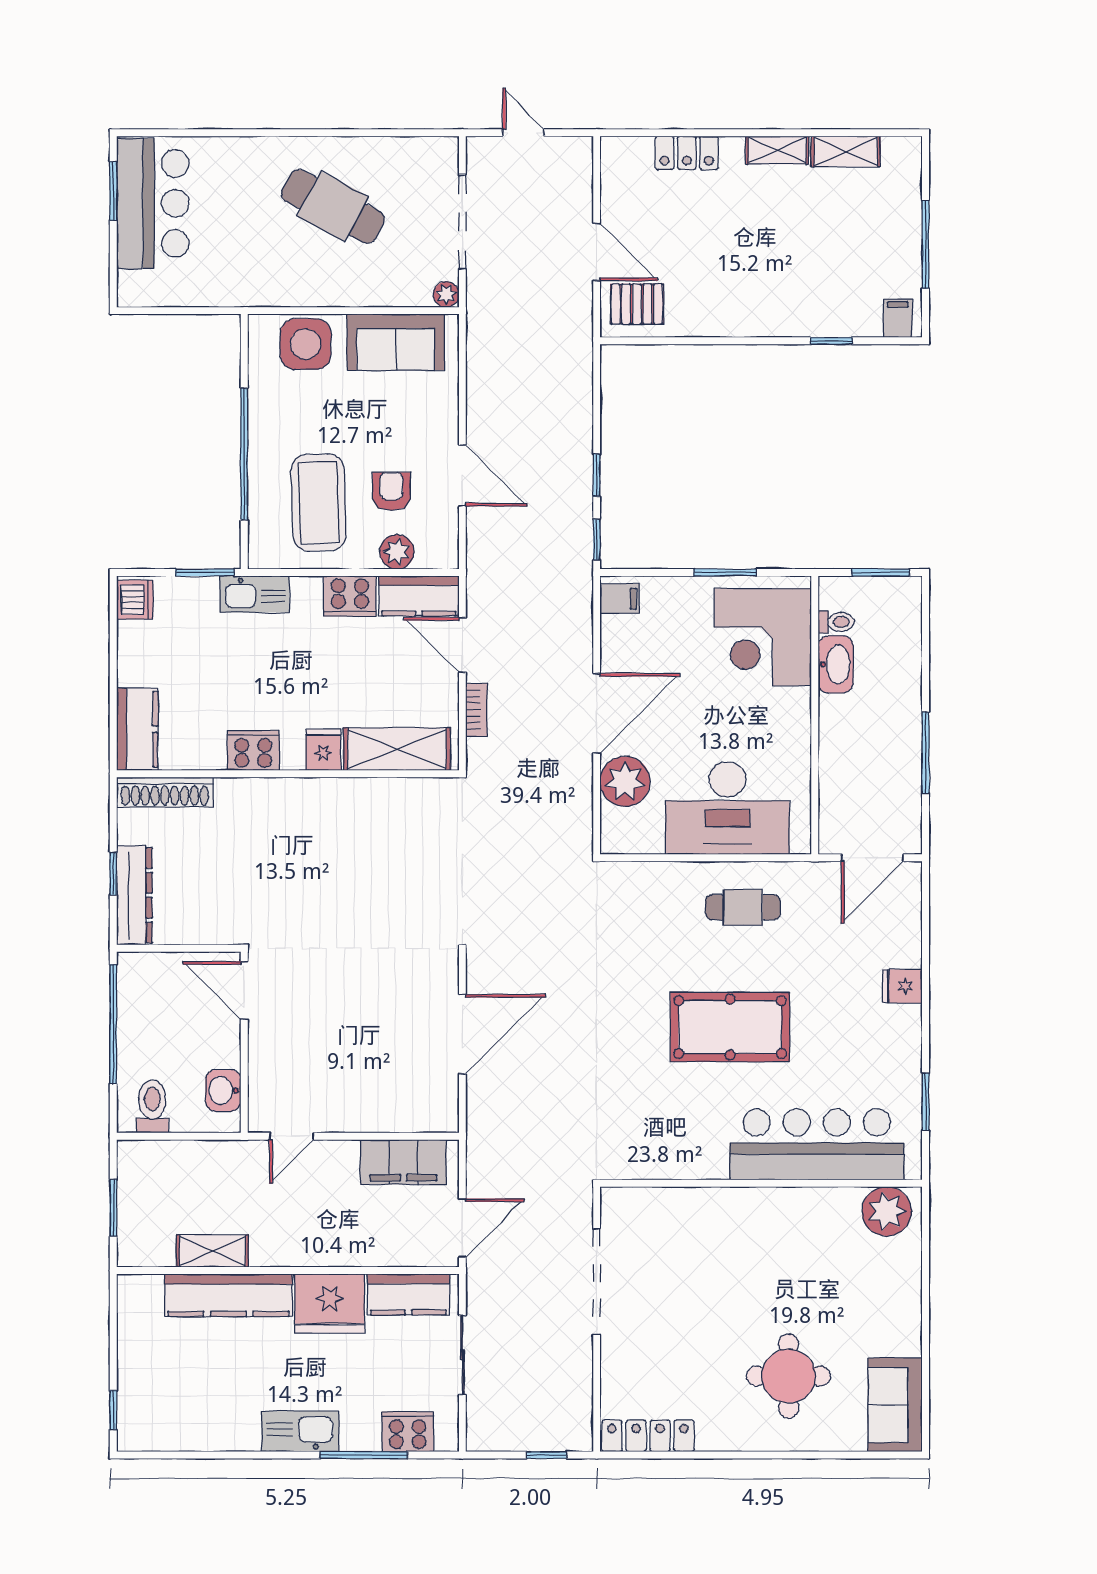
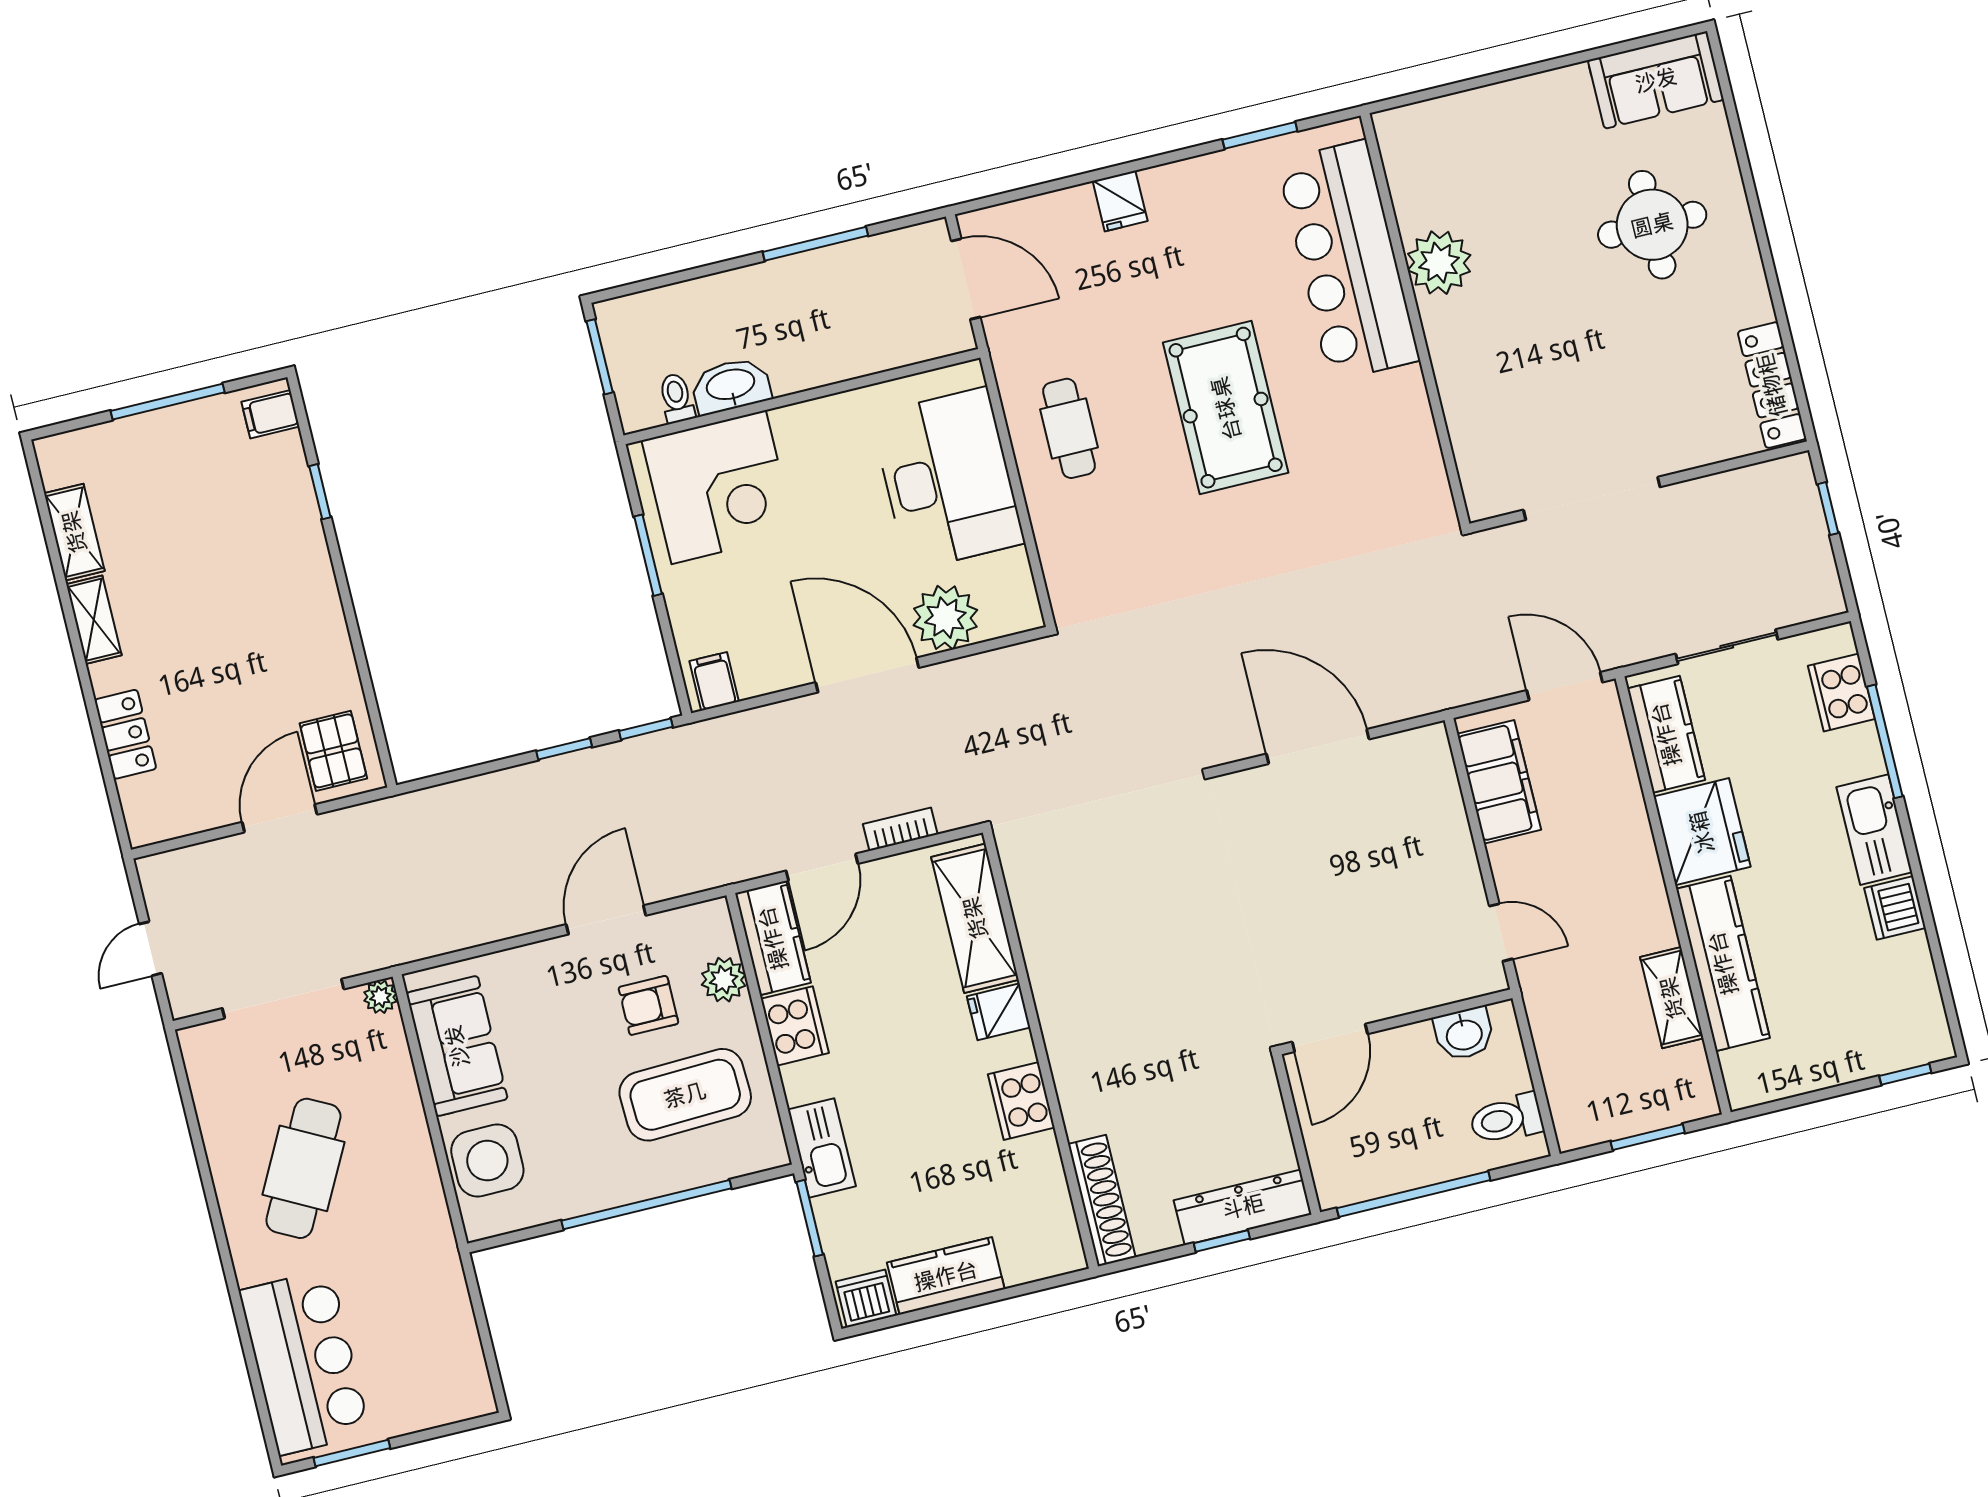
bar counter: (153, 203) -> (305, 1362), moved, turned 90
kitchen counter: (137, 729) -> (946, 1276), moved
plant: (887, 1211) -> (1439, 263), moved
dishwasher: (238, 1433) -> (1895, 908), added

